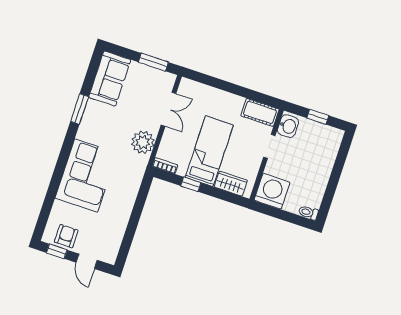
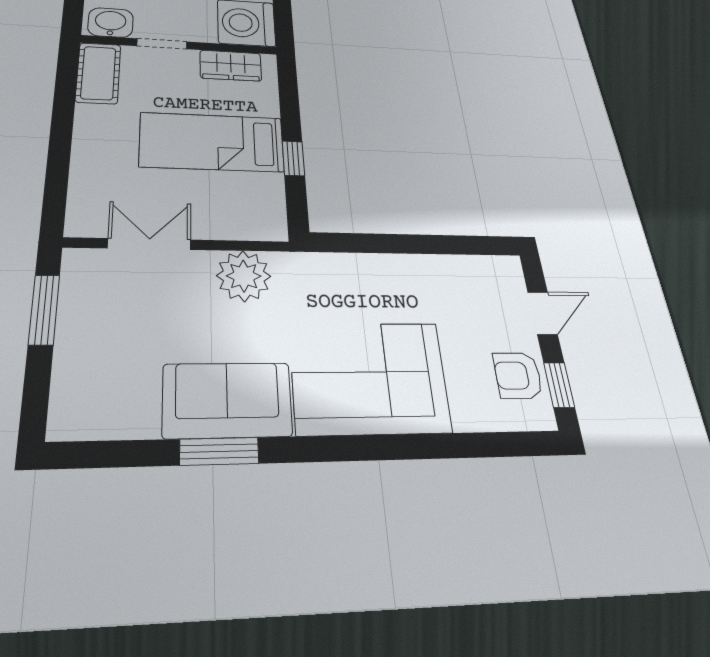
sofa: (110, 79) -> (227, 400), moved
bookcase: (165, 166) -> (276, 217), removed
wardrobe: (231, 184) -> (231, 66), moved, turned -90

